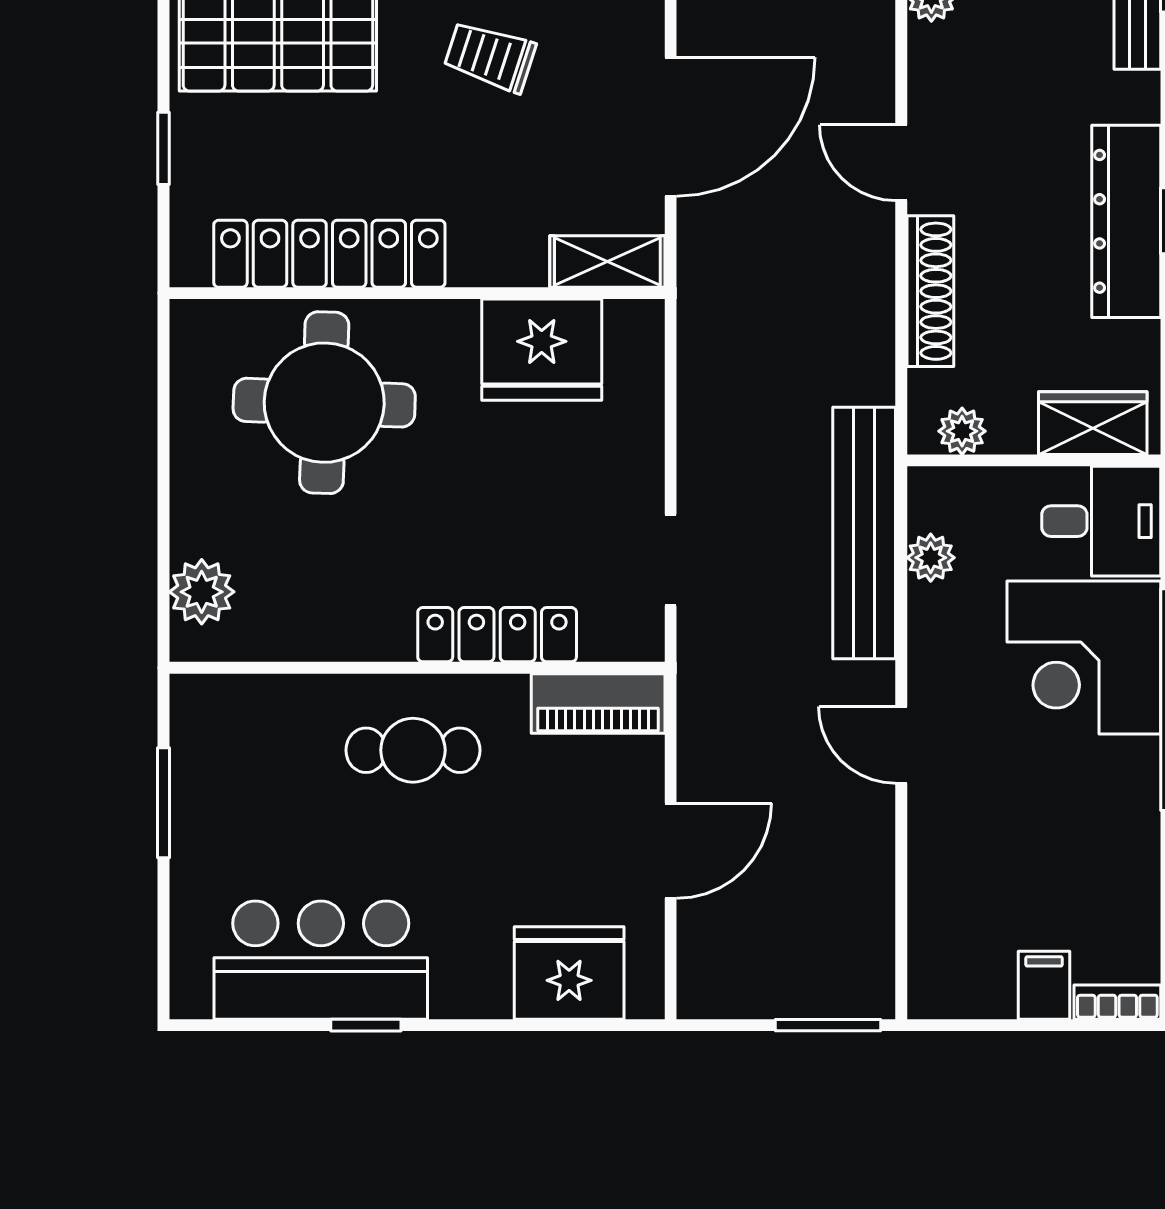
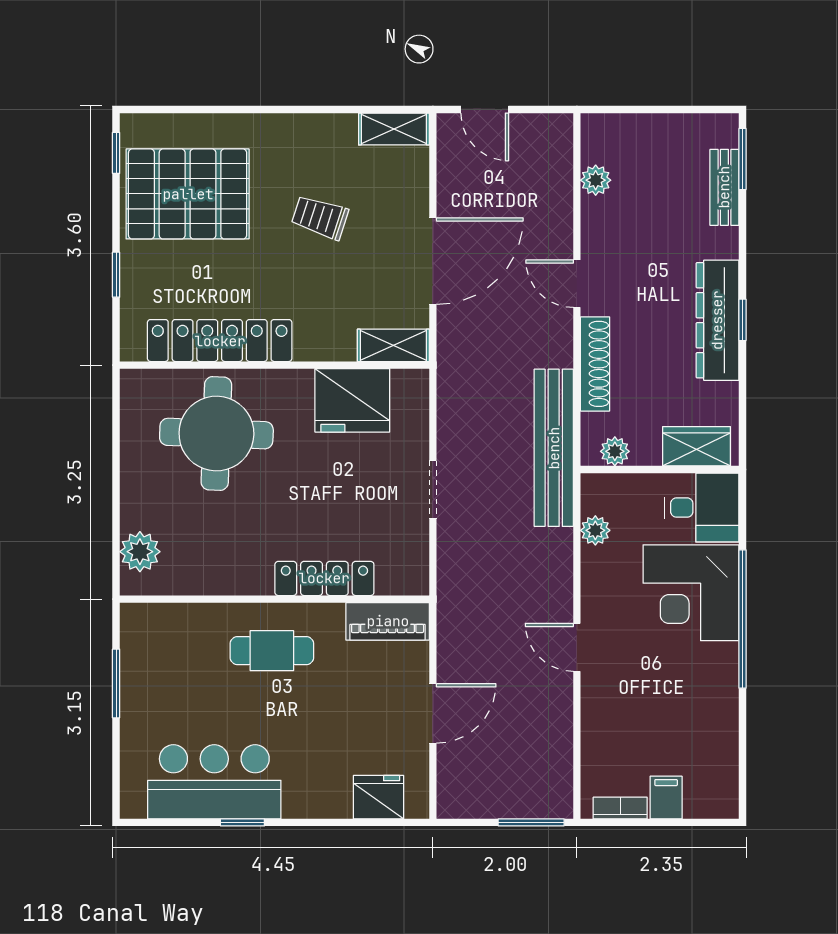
bench: (864, 533) -> (554, 448), moved
doorway: (671, 560) -> (433, 489), moved
fridge: (569, 973) -> (378, 797), width x0.73, depth x0.75
bookcase: (1117, 1002) -> (620, 808), moved

